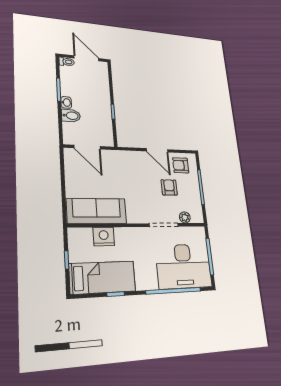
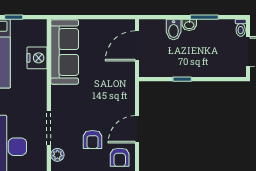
armchair: (181, 165) -> (120, 157), turned 180
armchair: (169, 187) -> (92, 140), turned 90

